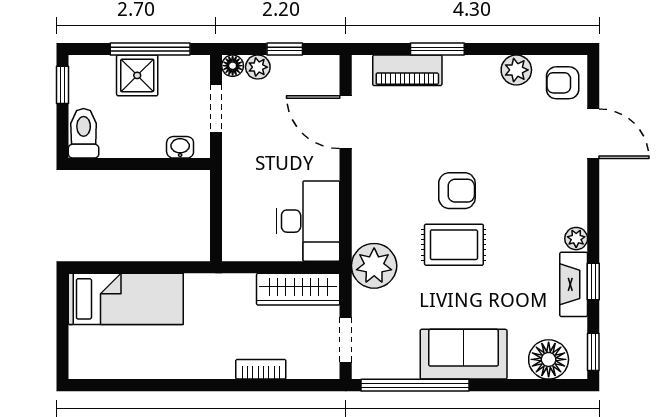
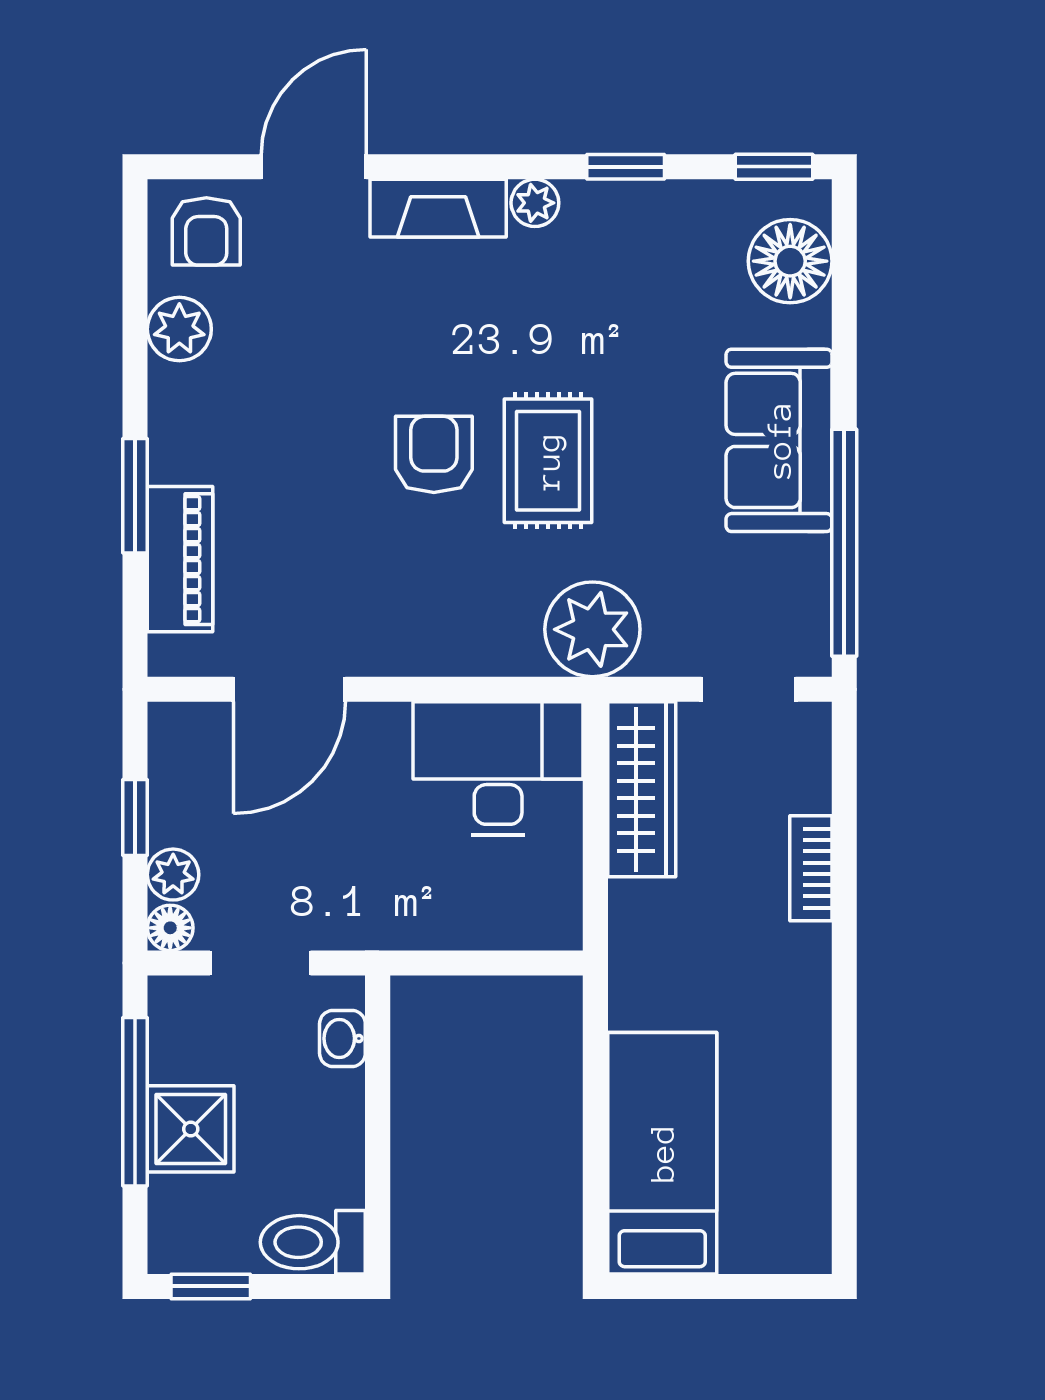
fireplace: (574, 284) -> (438, 208), moved

